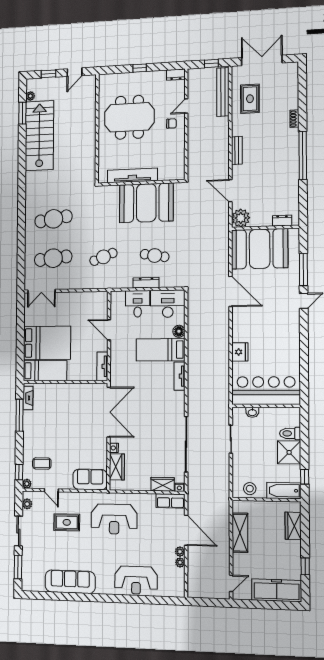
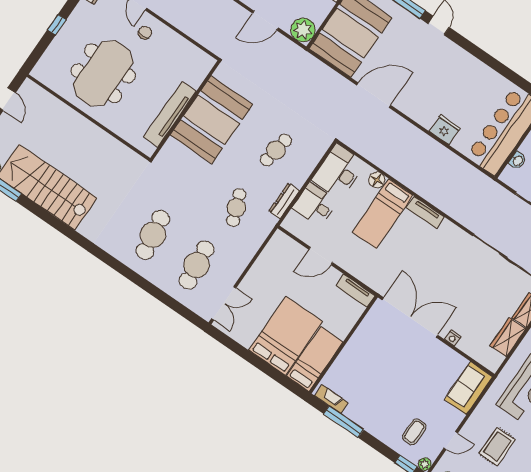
dresser: (146, 283) -> (284, 201), moved
wardrobe: (117, 467) -> (508, 337), moved, turned -90

